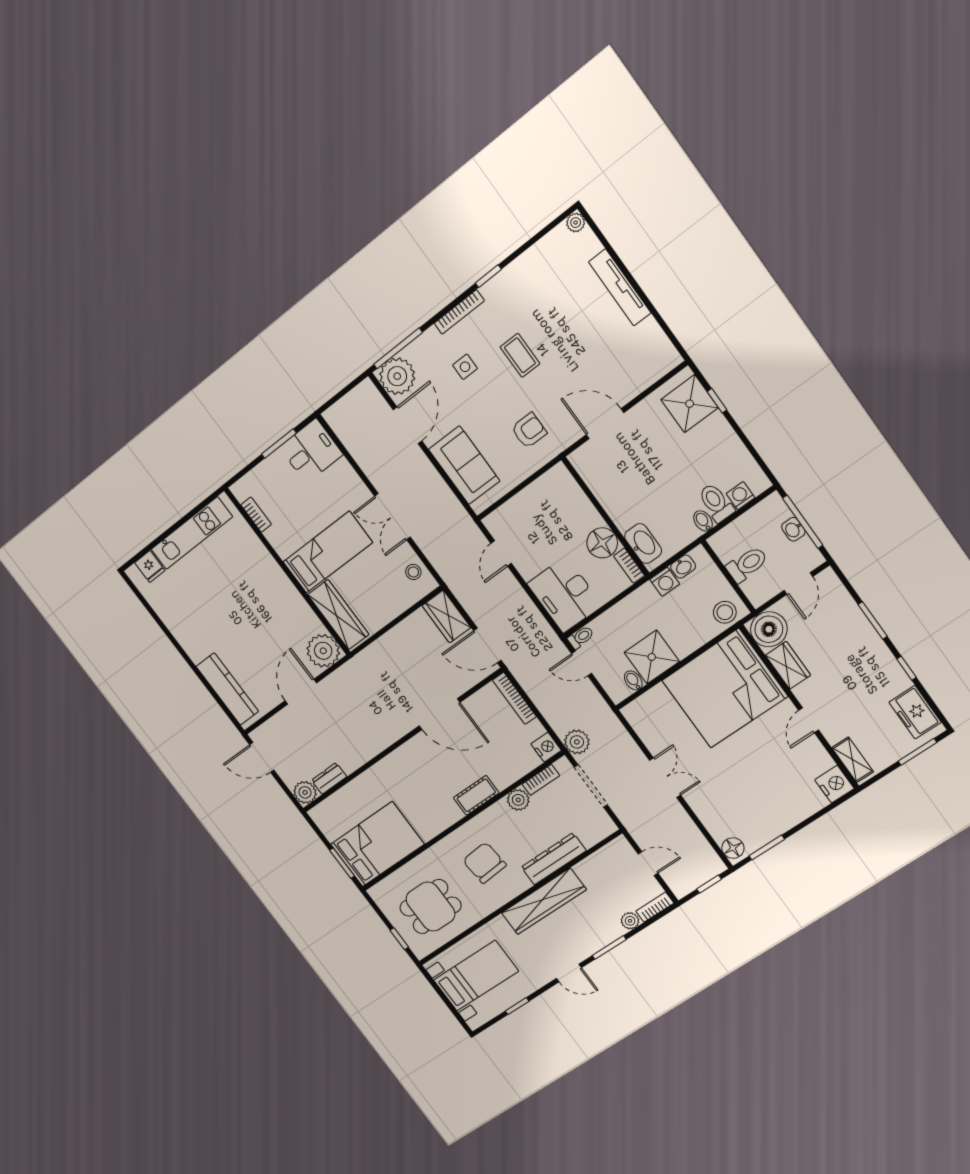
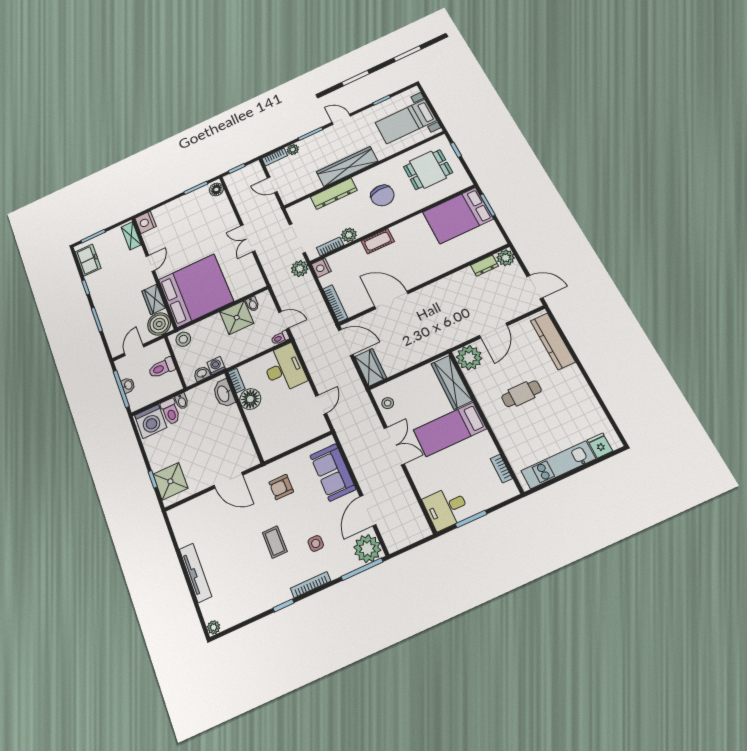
washing machine: (740, 496) -> (151, 421), width x1.89, depth x1.89
cafe table: (251, 615) -> (522, 394), added

